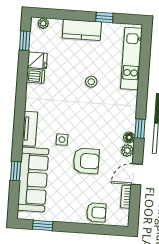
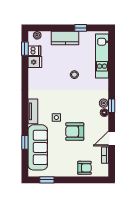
dishwasher: (36, 76) -> (34, 51), moved
plant: (127, 150) -> (104, 103), moved
armchair: (86, 161) -> (75, 132), turned 180

